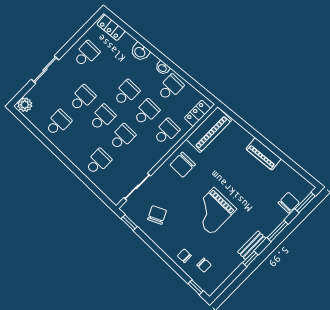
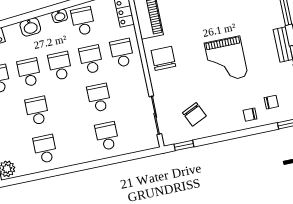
school desk: (102, 118) -> (29, 72), moved
chair: (183, 165) -> (163, 58), turned 180
chair: (157, 215) -> (194, 114), turned 180

